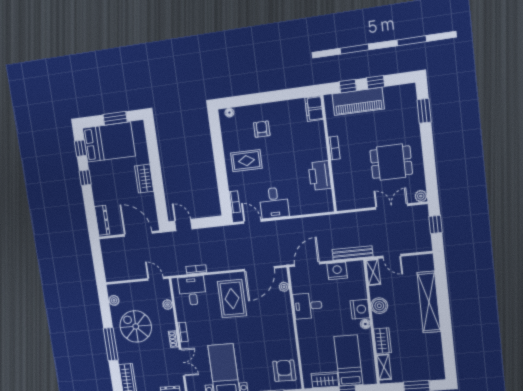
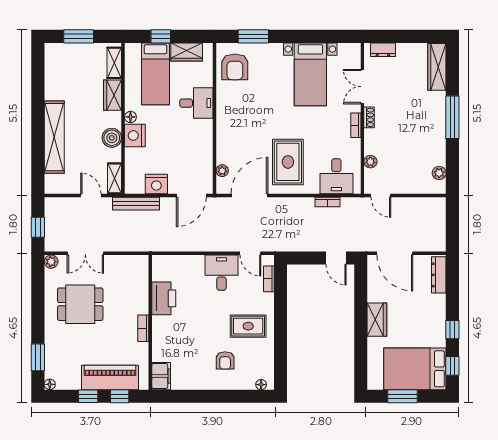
floor lamp: (411, 88) -> (50, 384), added
desk: (308, 306) -> (196, 103), moved
spiral stairs: (136, 326) -> (416, 137), removed

